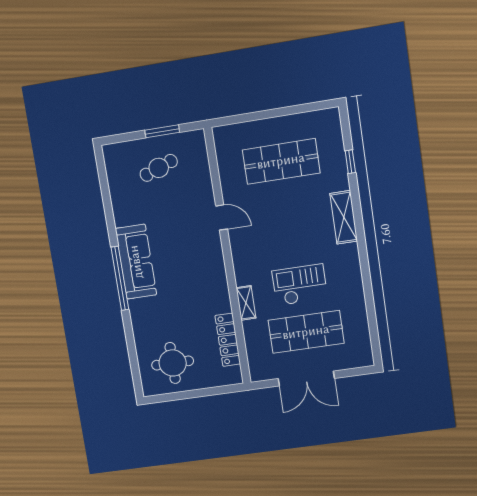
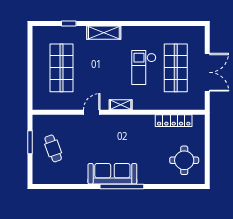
shelving: (246, 303) -> (121, 105), moved

